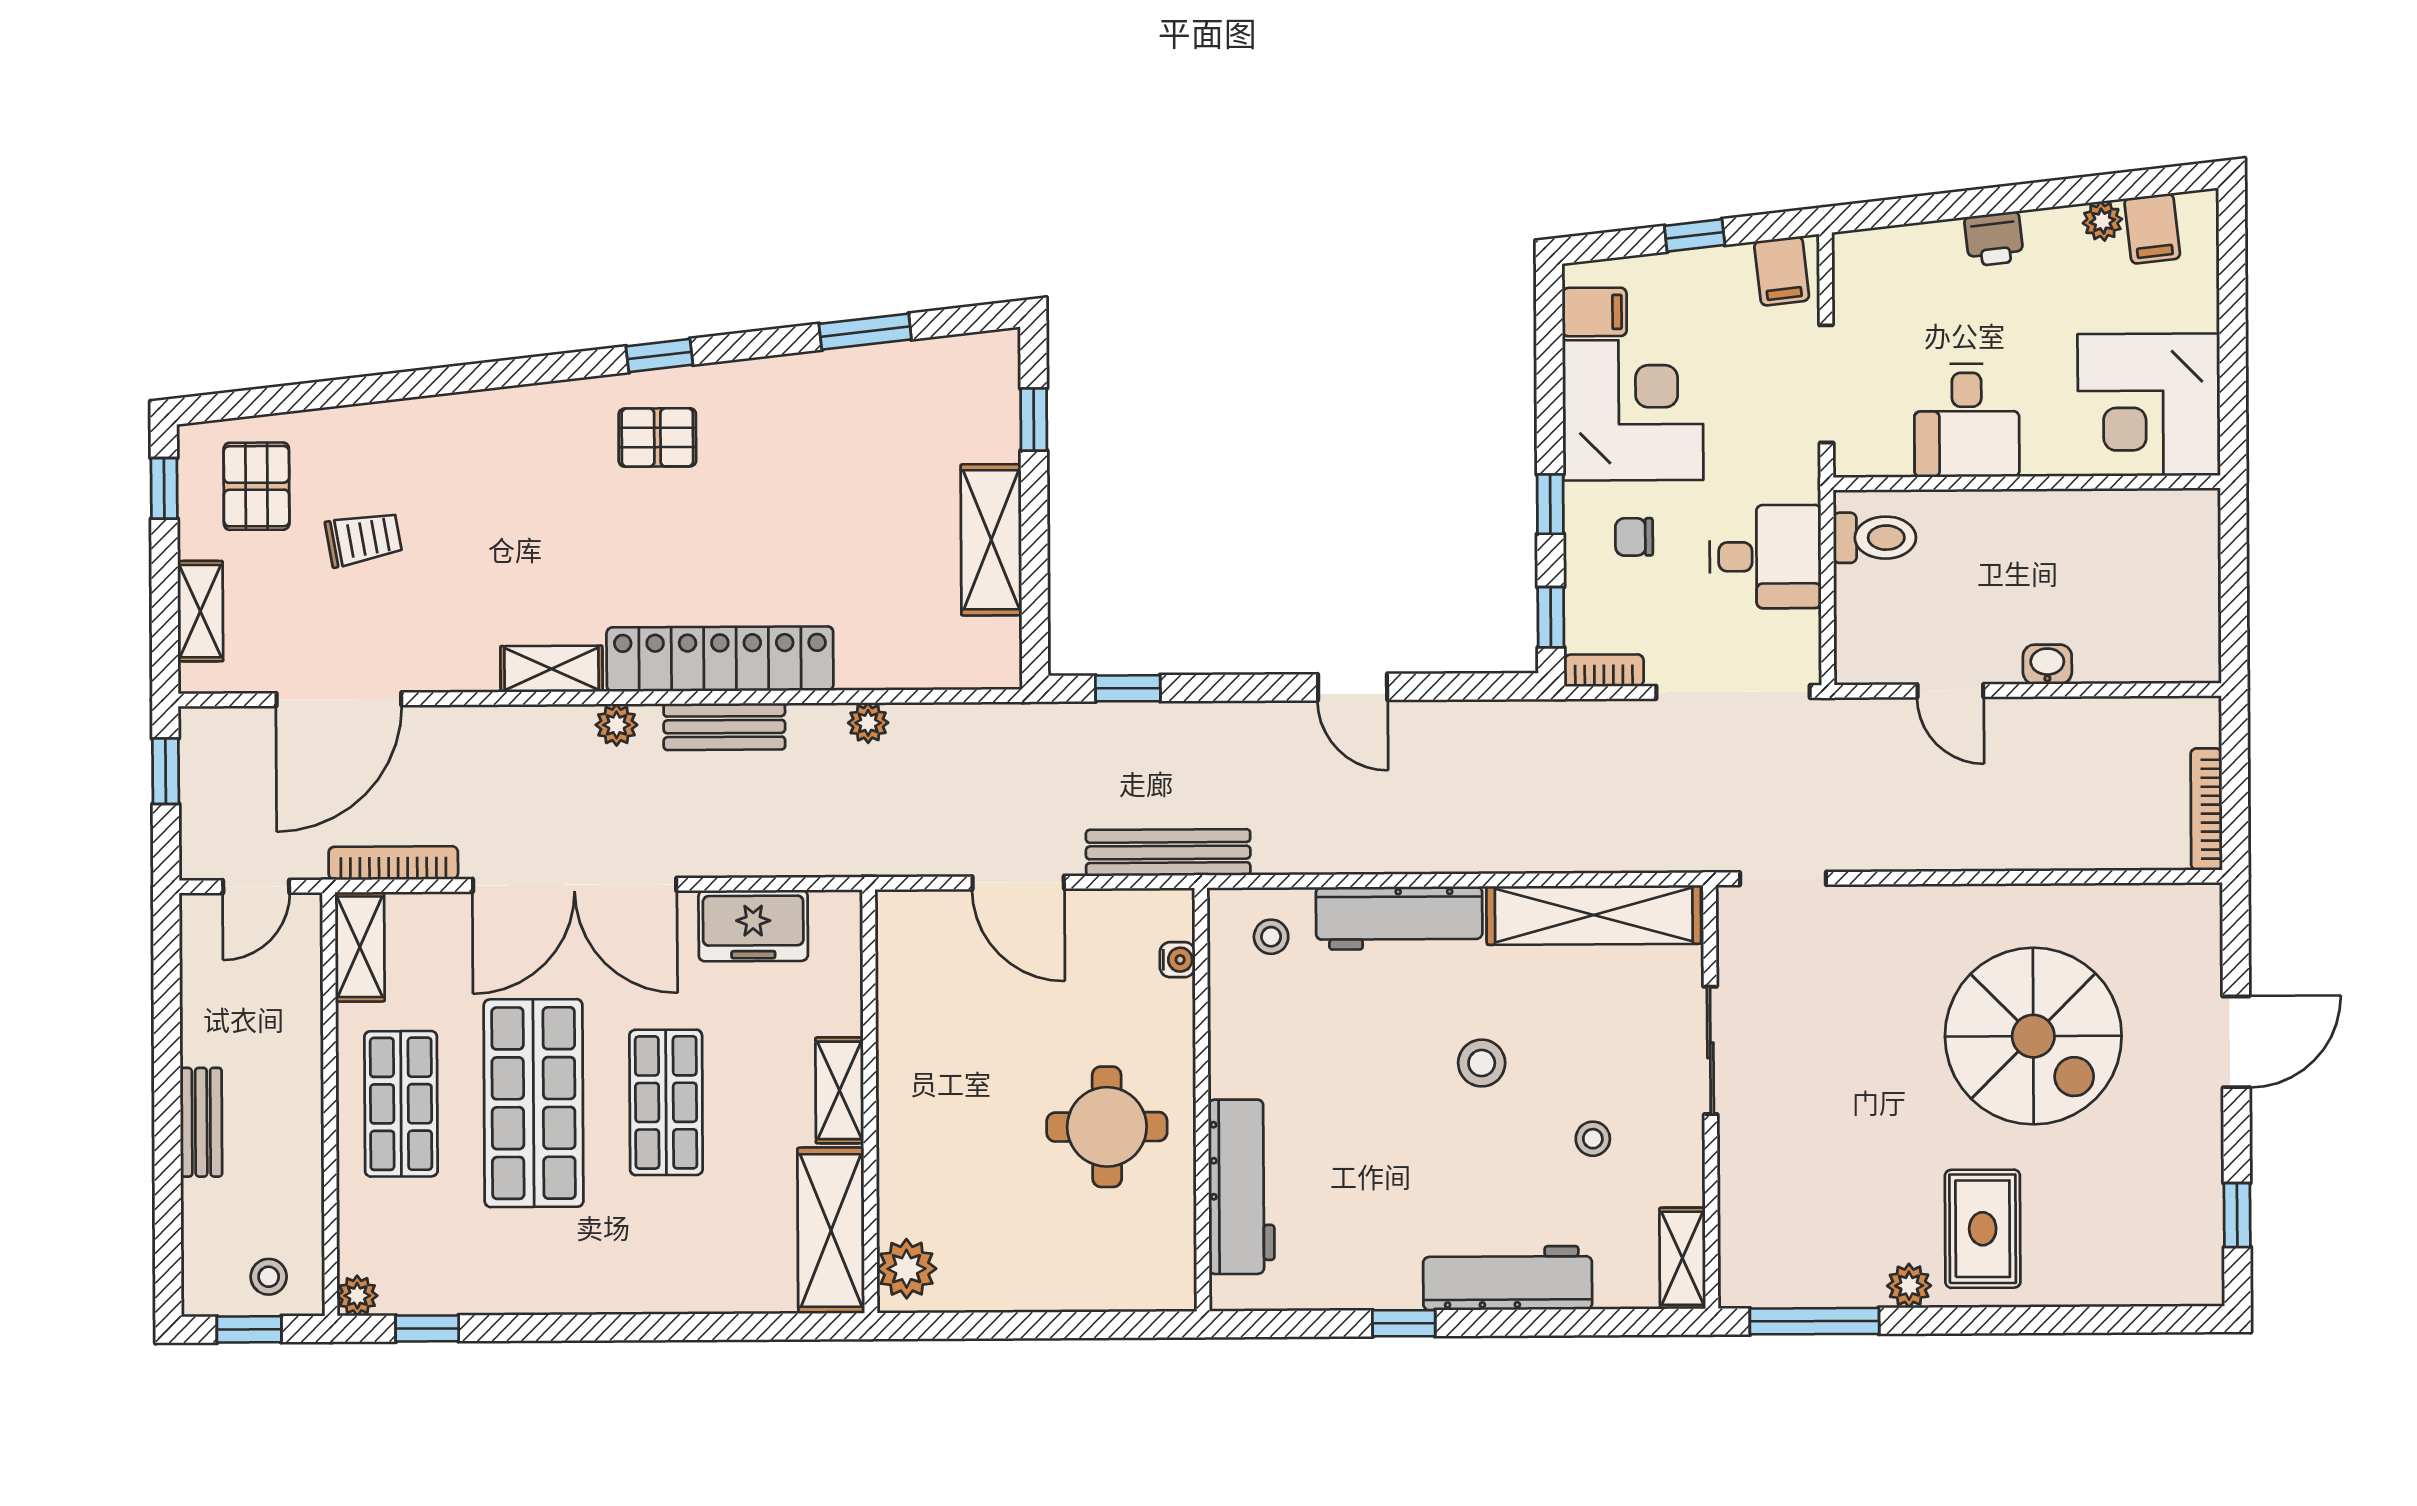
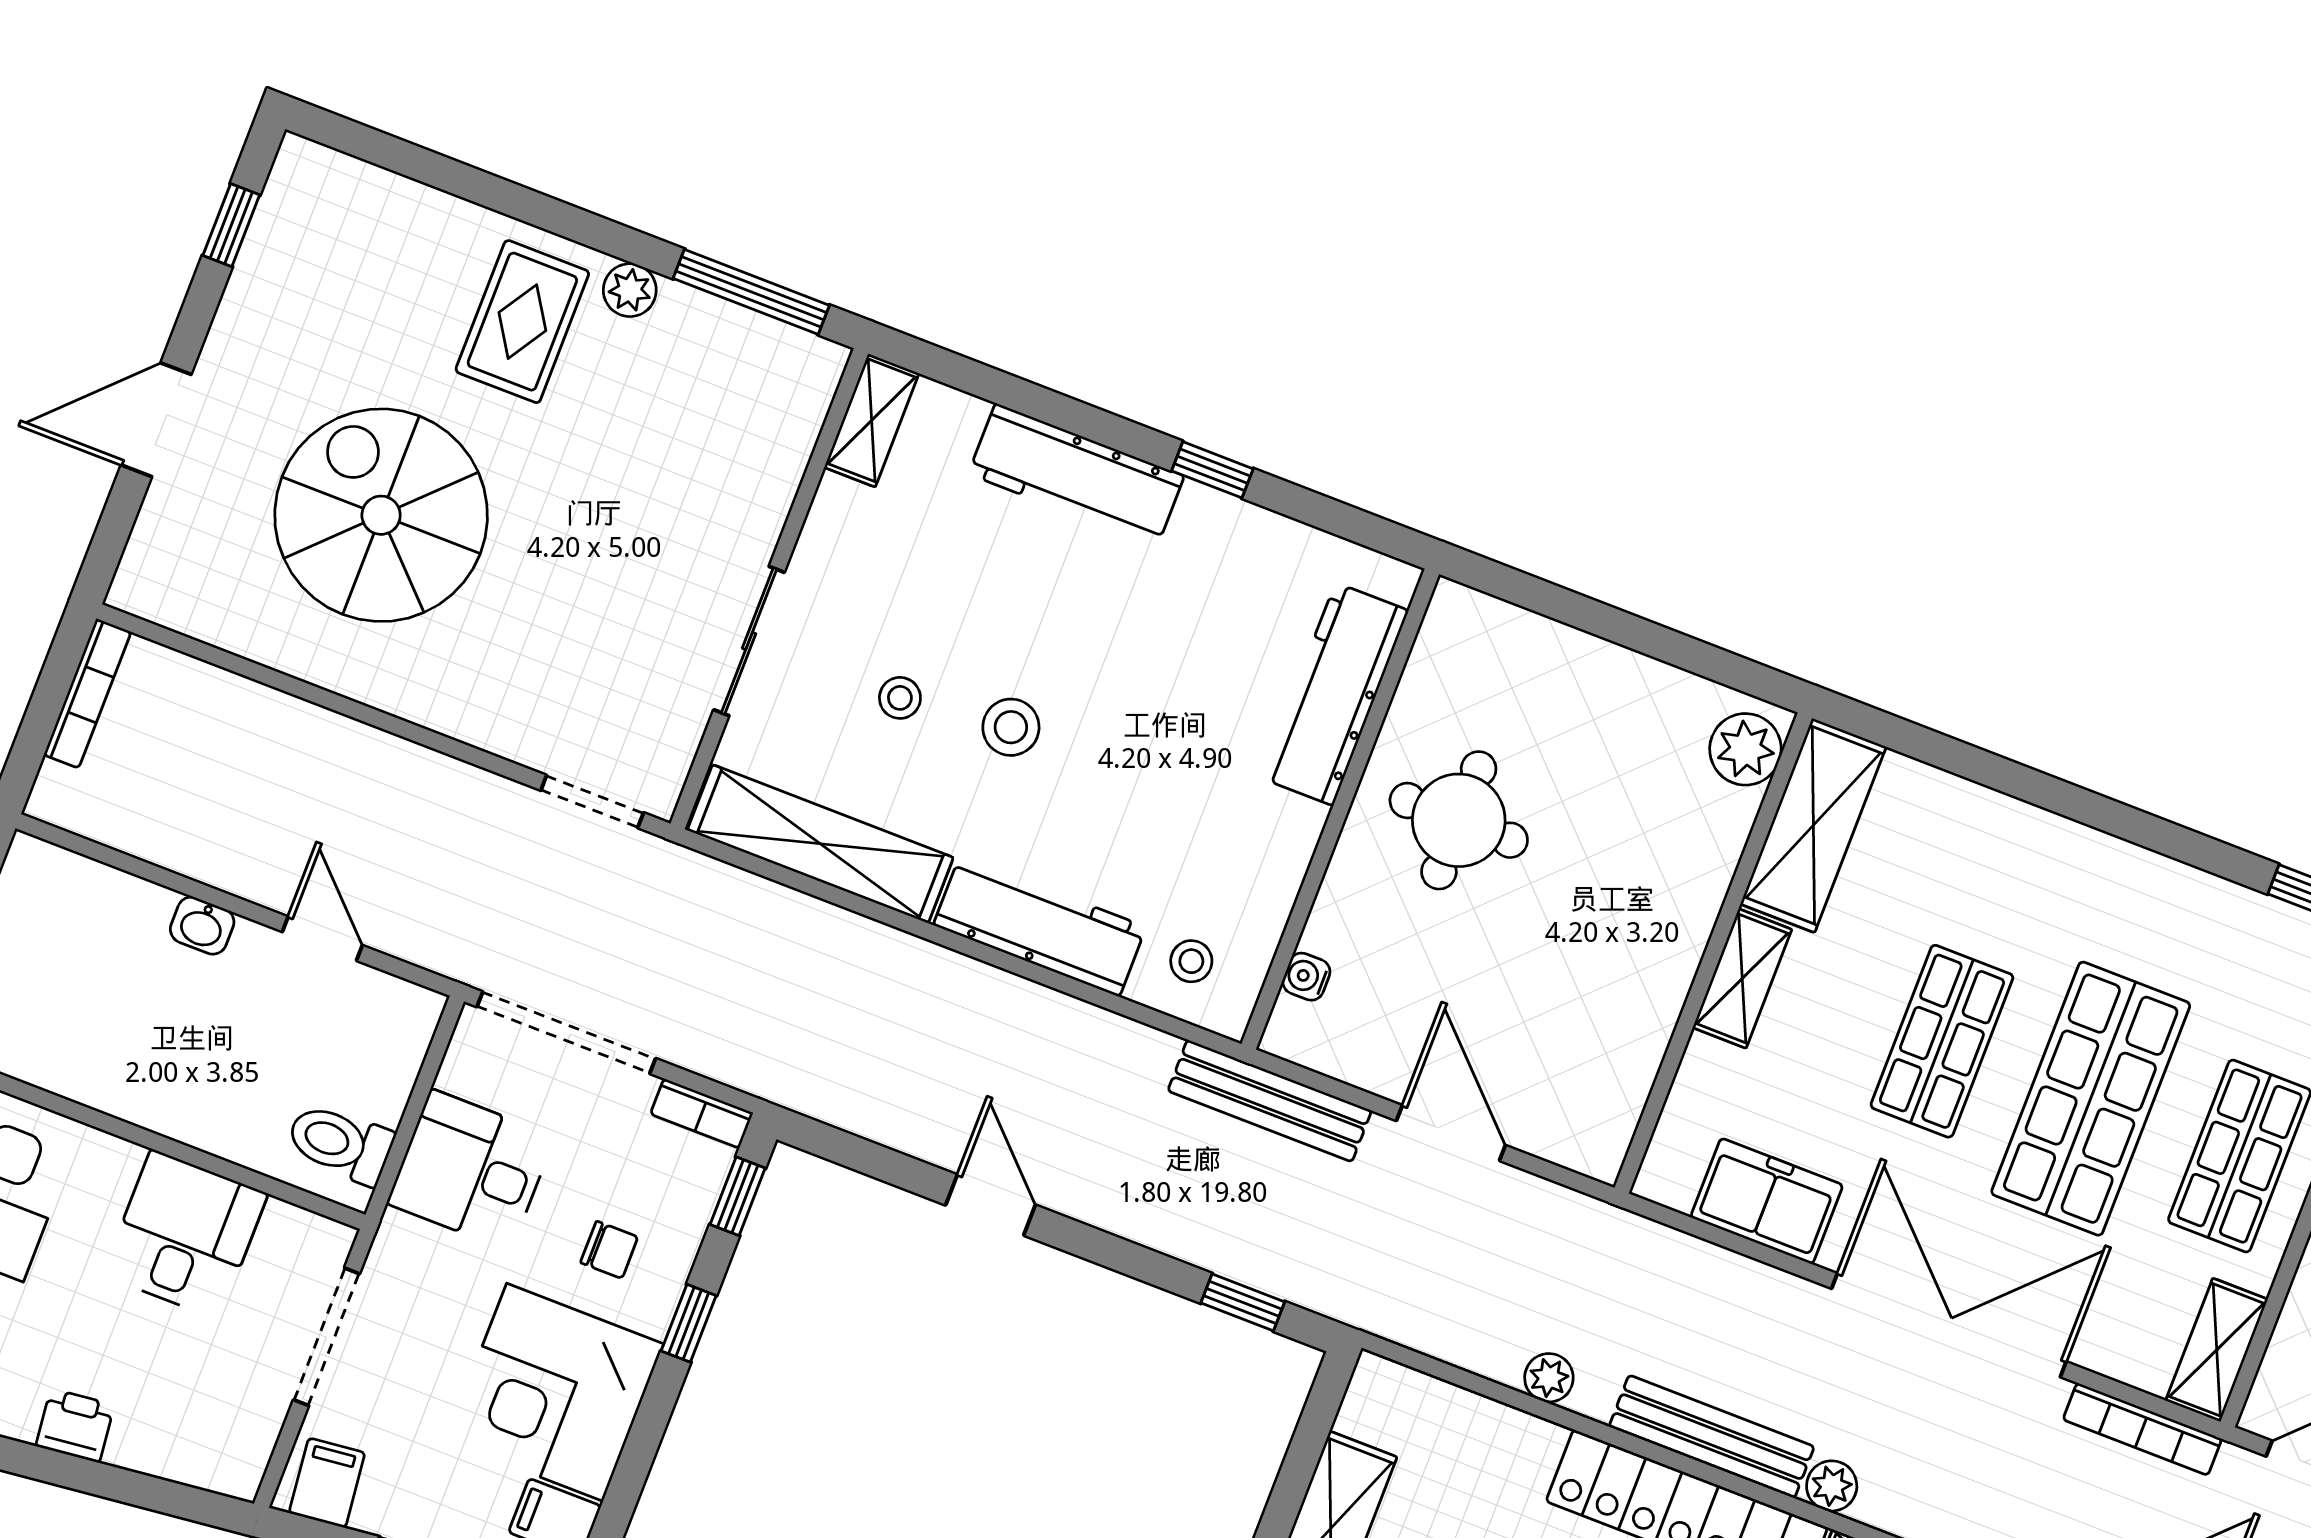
bench: (724, 727) -> (1712, 1437), width x1.36
stool: (1593, 1139) -> (900, 698), moved

